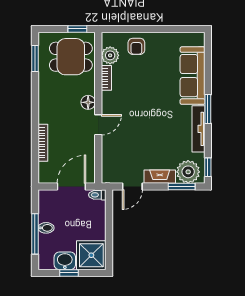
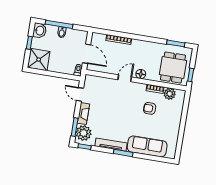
armchair: (136, 46) -> (150, 108), moved
door: (98, 125) -> (125, 78), swing flipped
washbasin: (65, 261) -> (40, 31), moved

